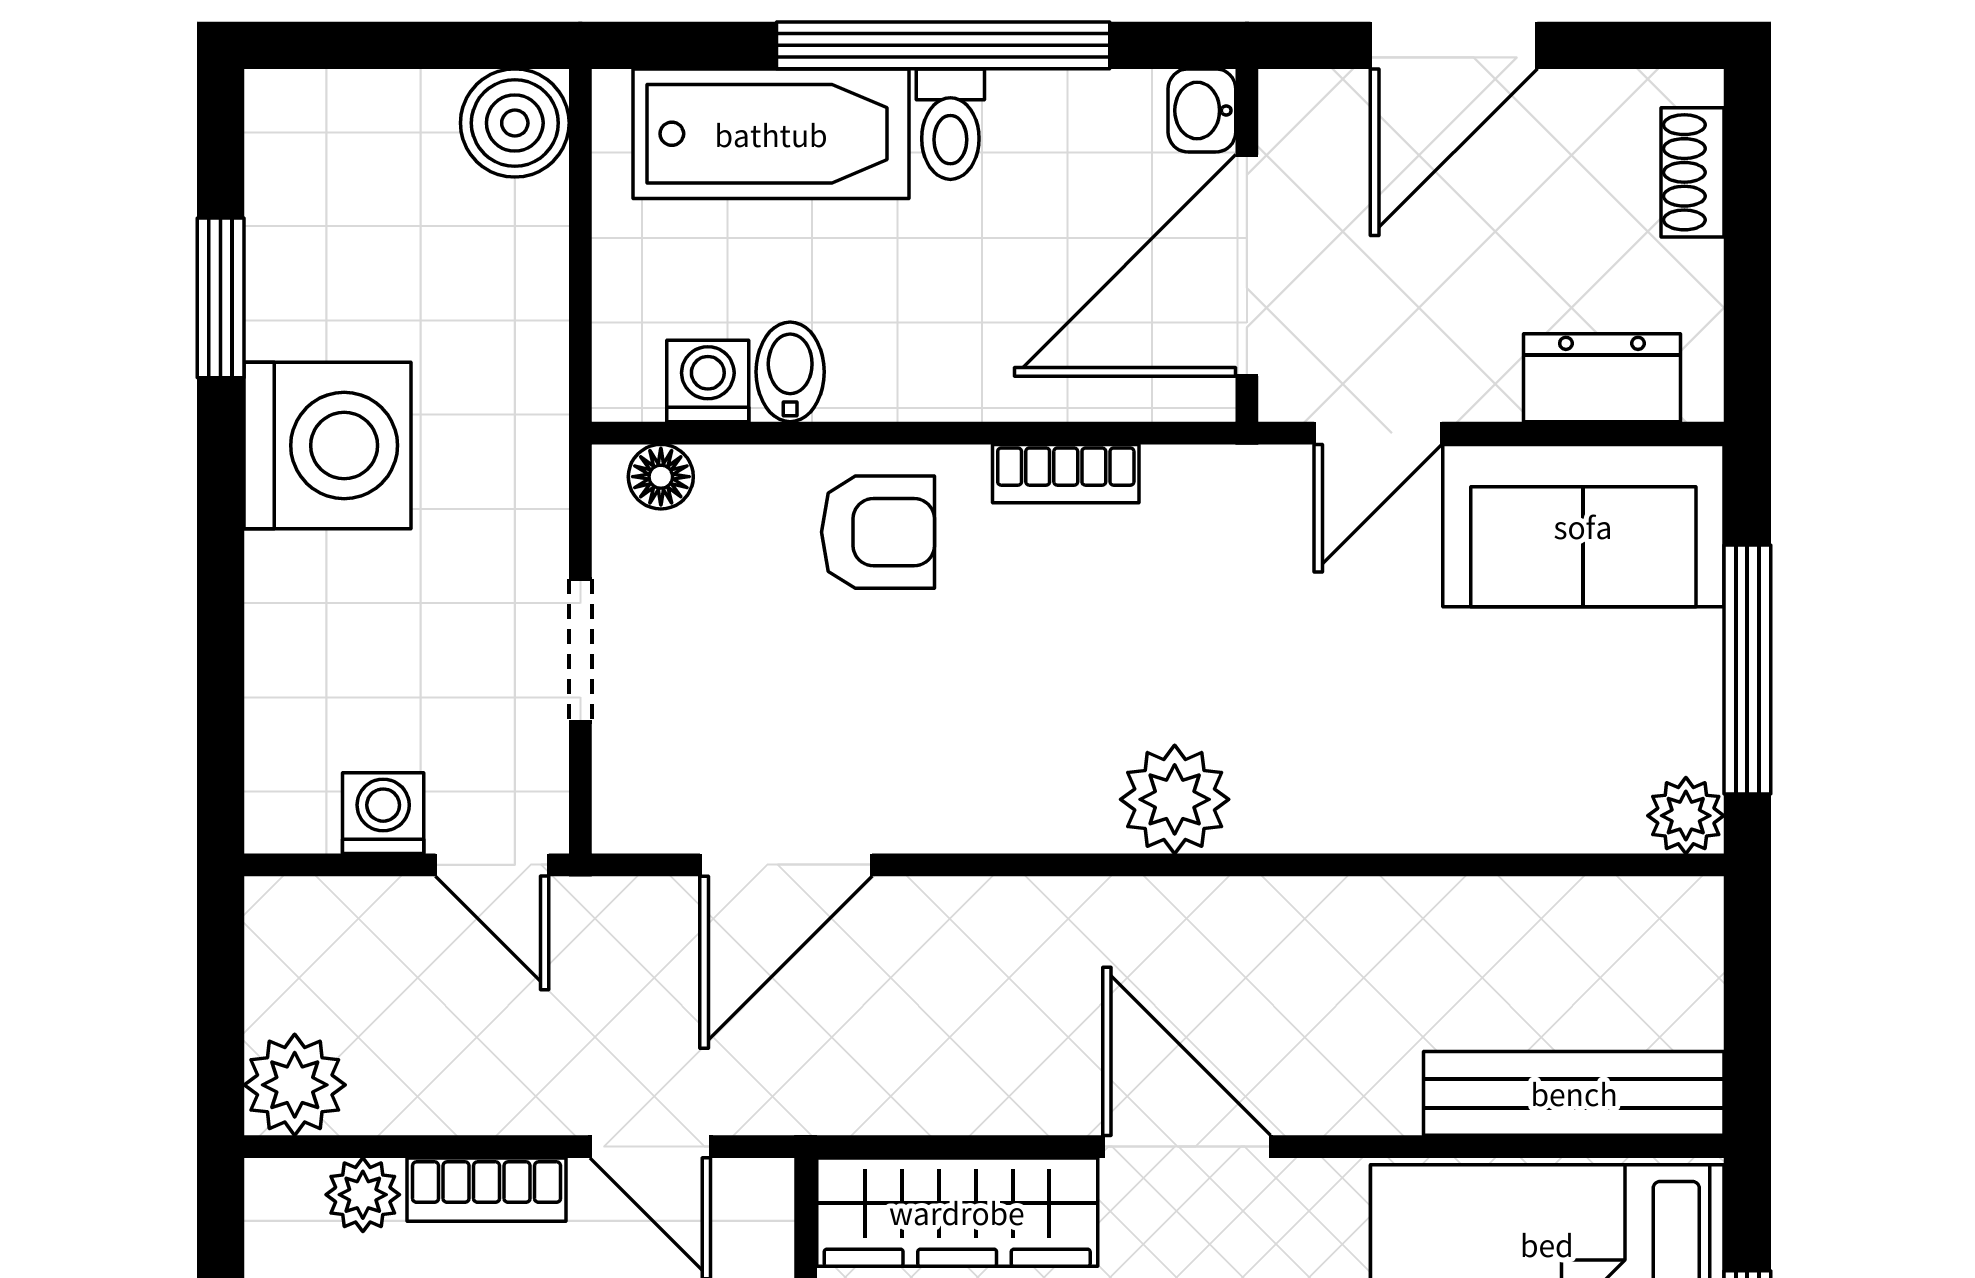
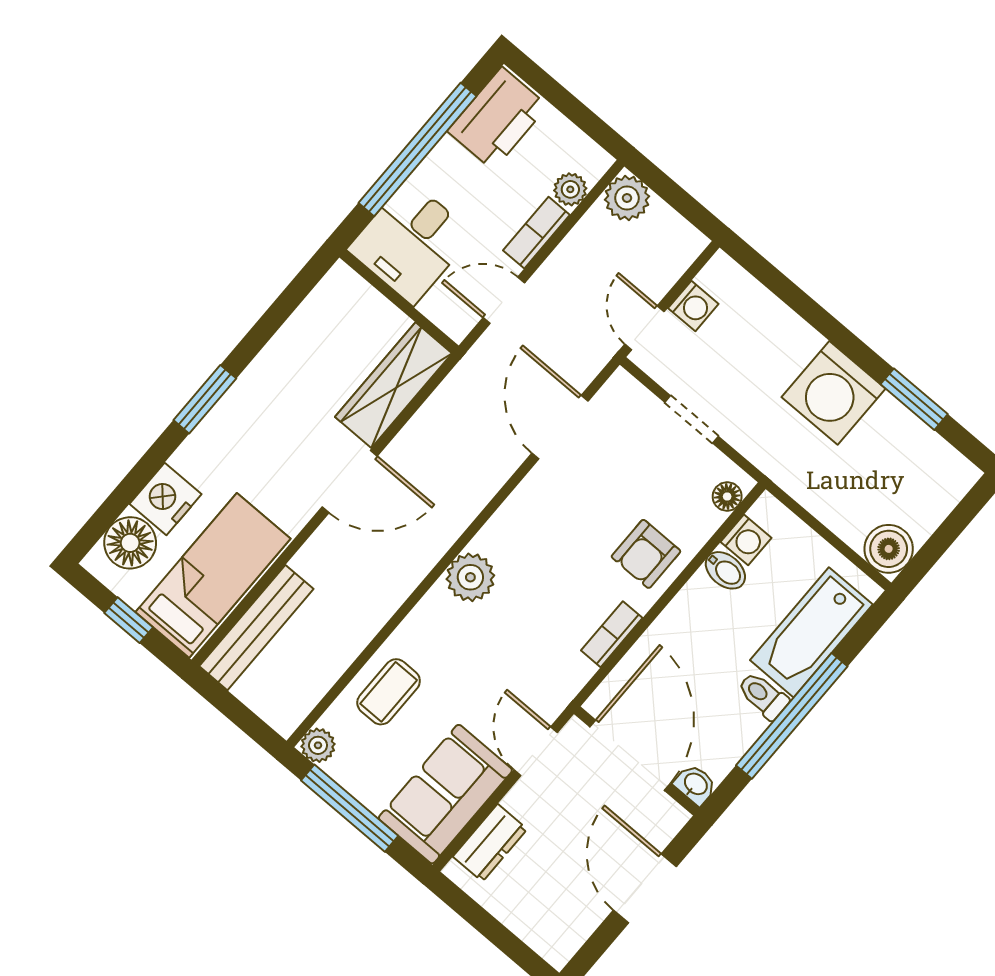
shoe rack: (1692, 172) -> (533, 933), removed
coffee table: (1491, 773) -> (389, 692), added
door: (492, 865) -> (644, 328), hinge flipped

